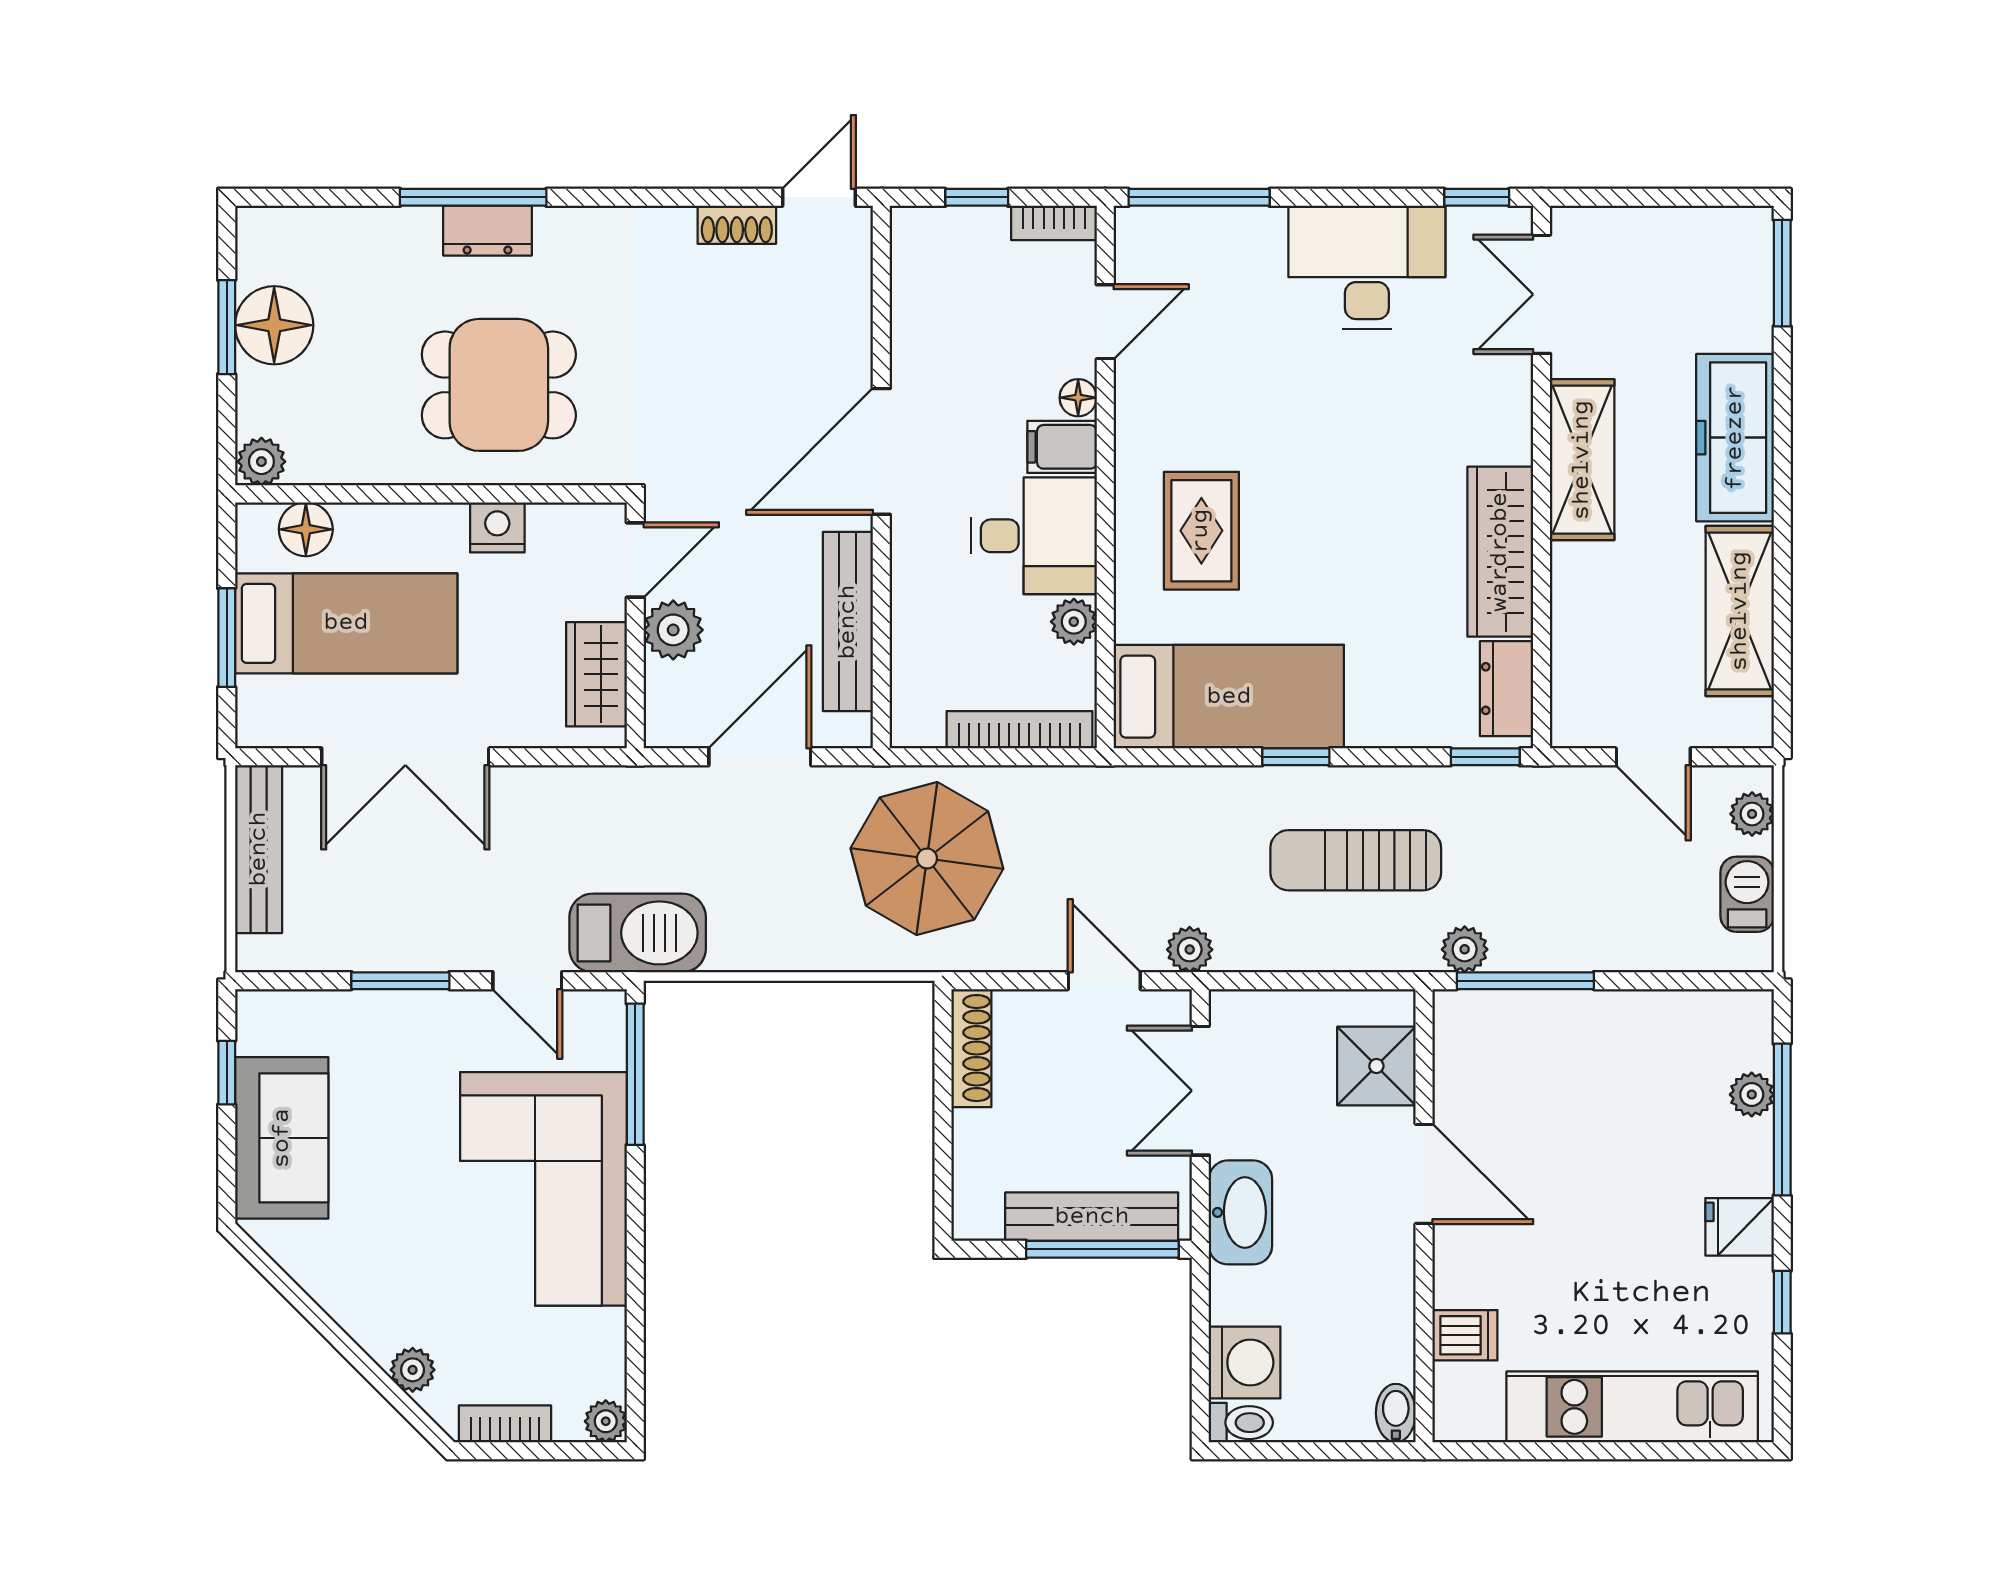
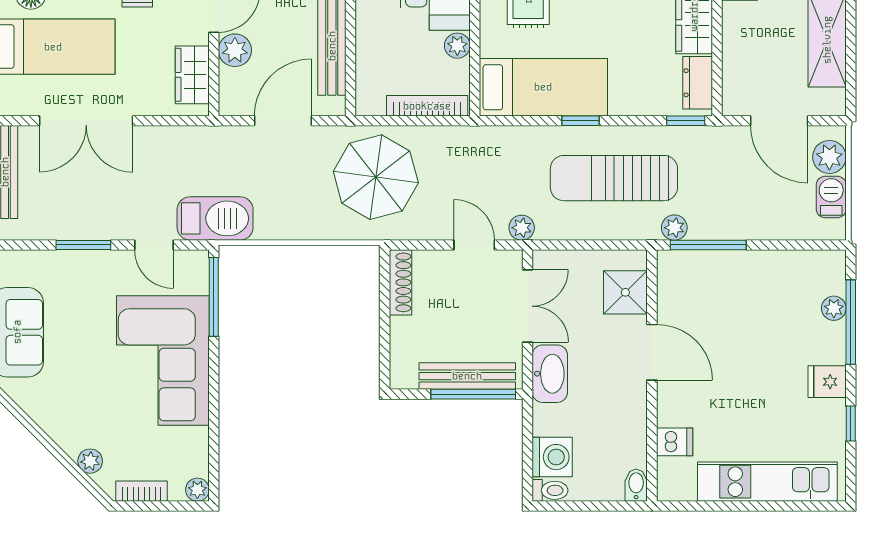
door: (1653, 757) -> (779, 121), width x1.38
plant: (1752, 814) -> (829, 157), width x1.38, depth x1.38
sun lounger: (1356, 860) -> (614, 178), width x1.36, depth x1.34
double door: (1200, 1091) -> (528, 306), swing flipped

